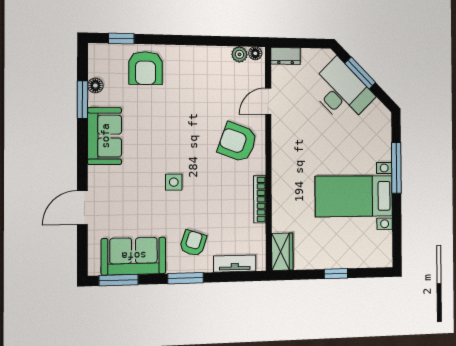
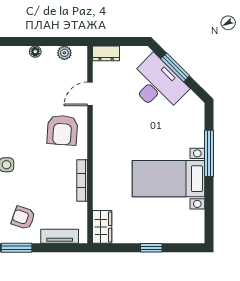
floor lamp: (255, 53) -> (35, 52), moved
armchair: (237, 142) -> (62, 130), turned -106
armchair: (193, 243) -> (23, 218), turned -89

